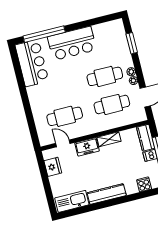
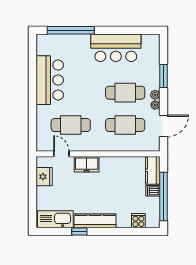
bar counter: (72, 43) -> (116, 48), moved
window: (132, 43) -> (163, 76), moved
bar counter: (32, 63) -> (50, 80), moved
shelving: (109, 139) -> (113, 162), removed
window: (95, 207) -> (79, 231), added

